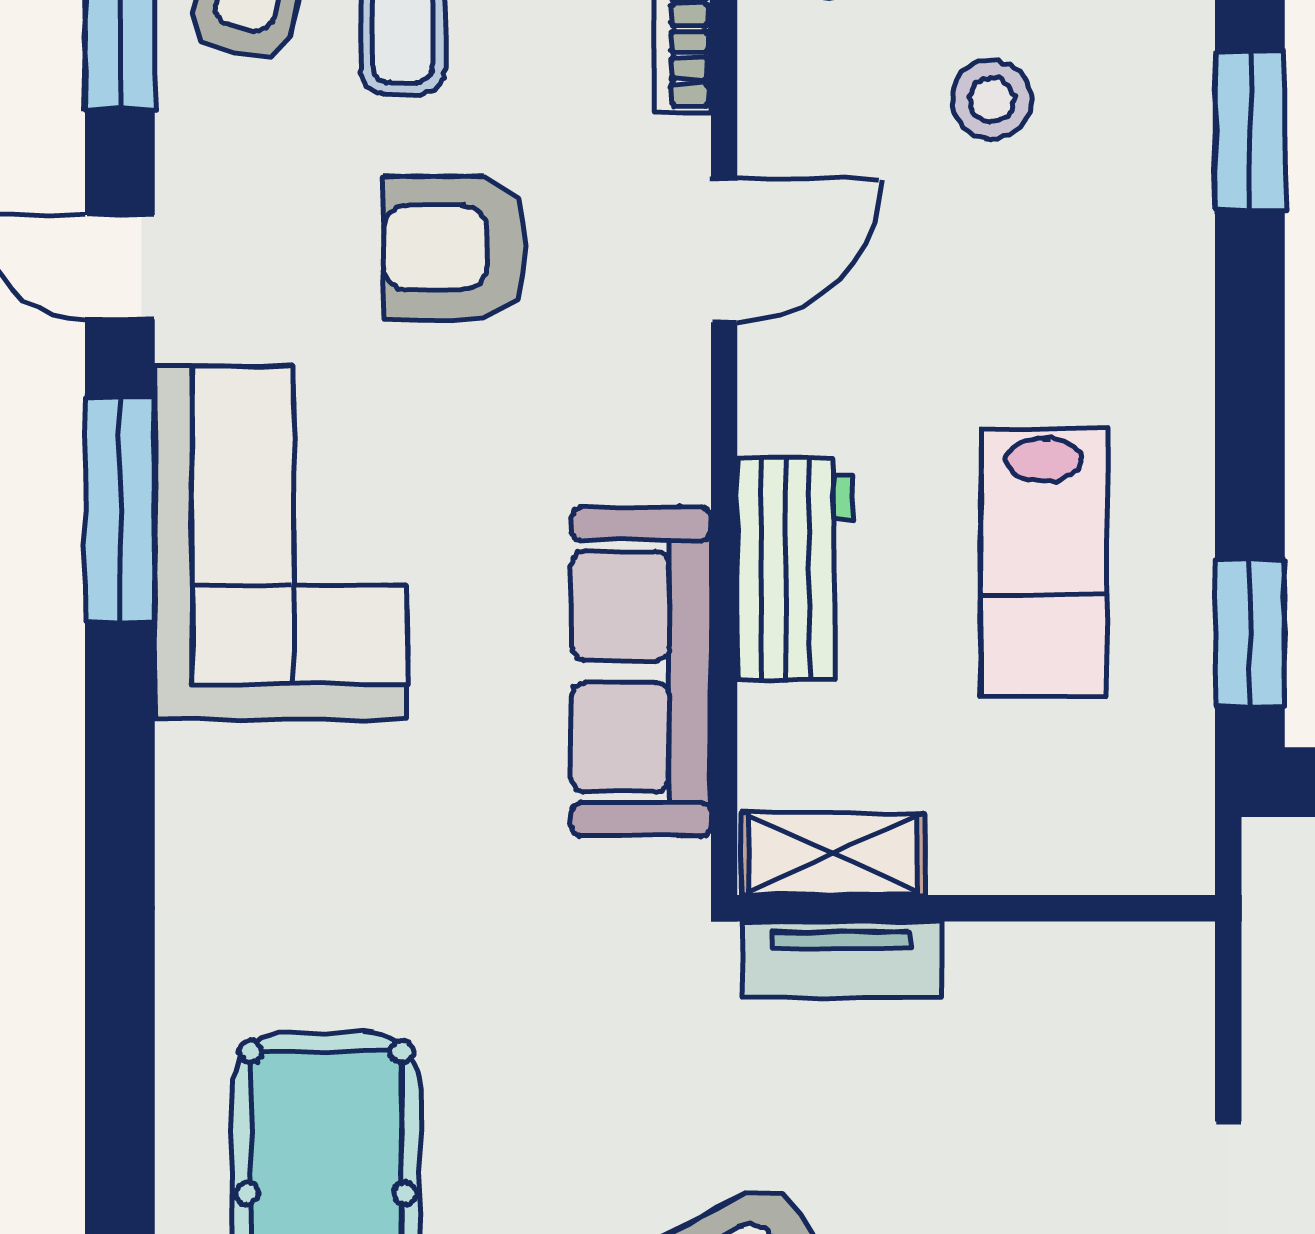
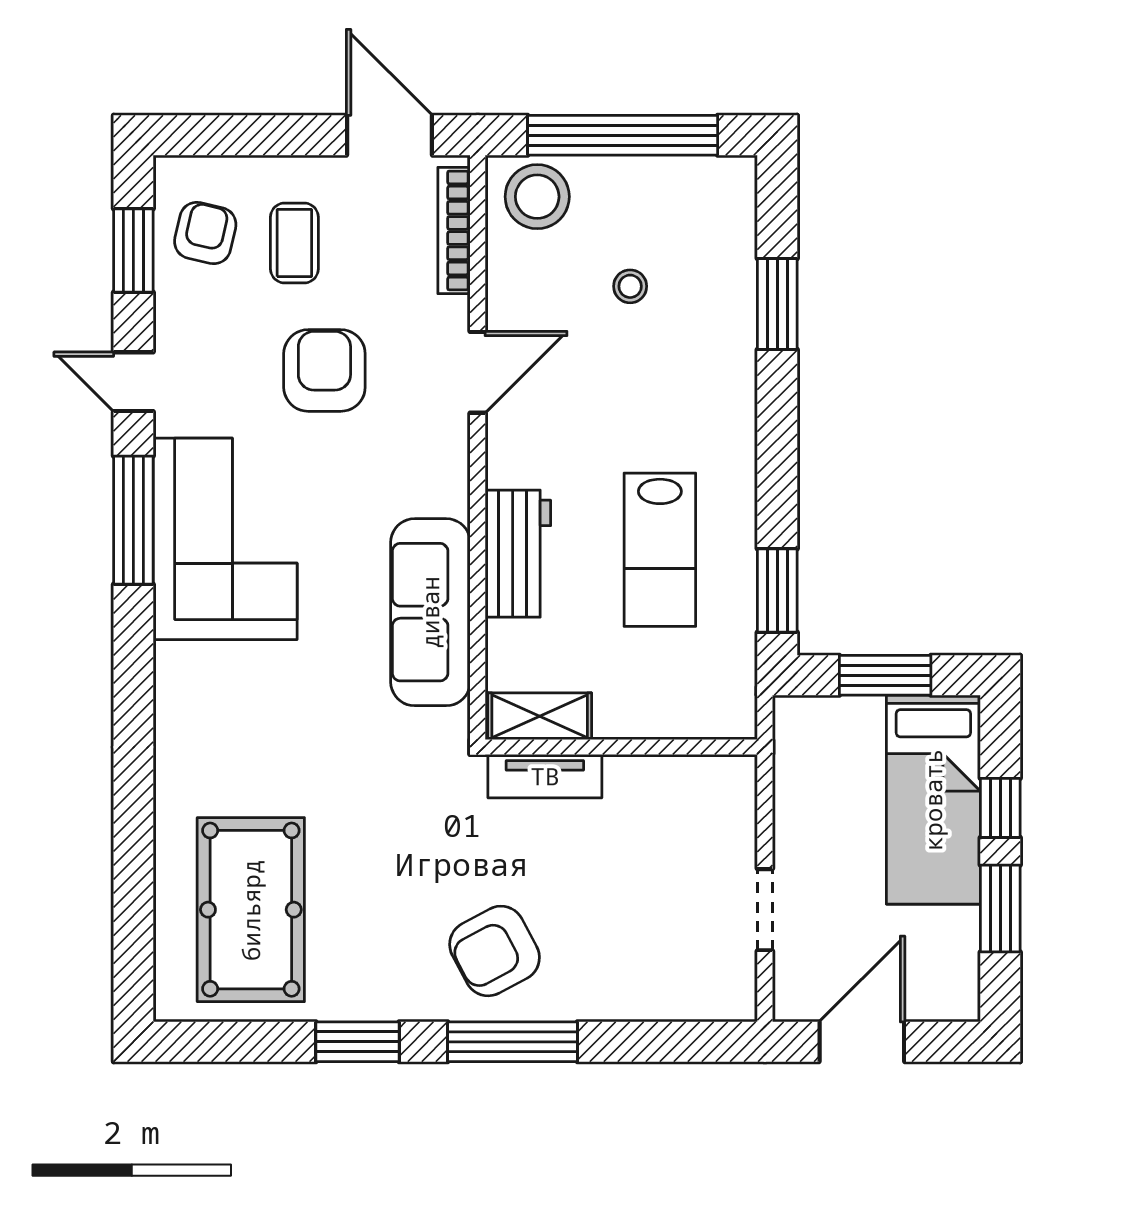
stool: (992, 100) -> (630, 286), width x0.73, depth x0.73
armchair: (455, 247) -> (324, 370), turned 90

